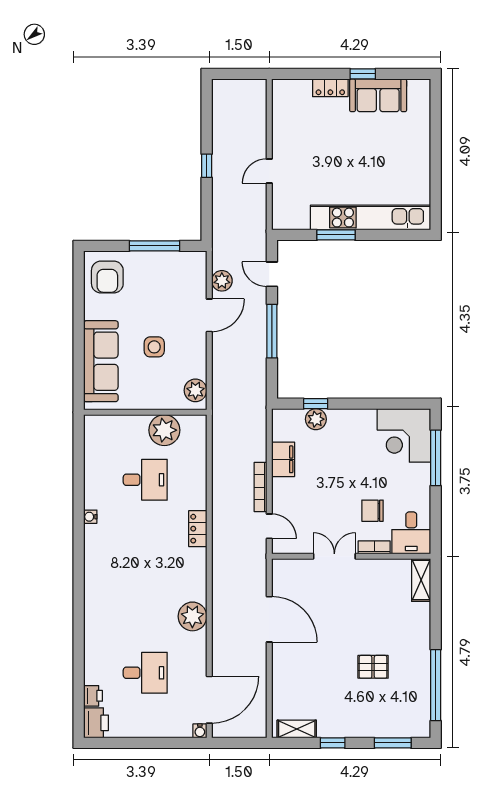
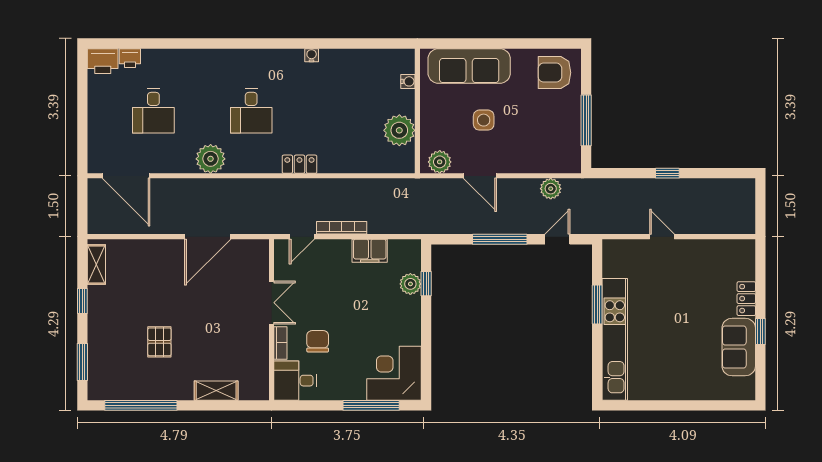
door: (209, 315) -> (480, 176), moved
desk: (145, 480) -> (251, 111), moved
shelving: (421, 580) -> (216, 391), moved
water cooler: (200, 731) -> (408, 81), moved, turned 180

